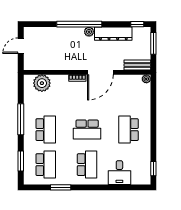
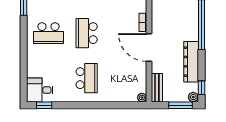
plant: (89, 32) -> (193, 97), moved
school desk: (128, 130) -> (87, 78), turned 90
desk: (119, 173) -> (40, 90), moved

